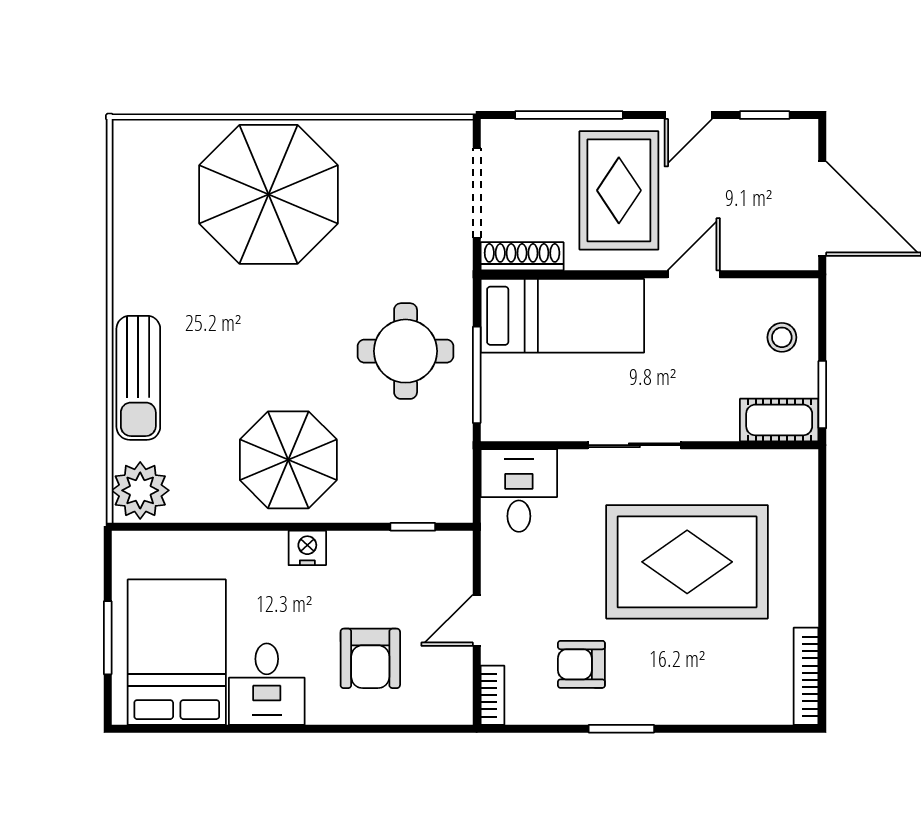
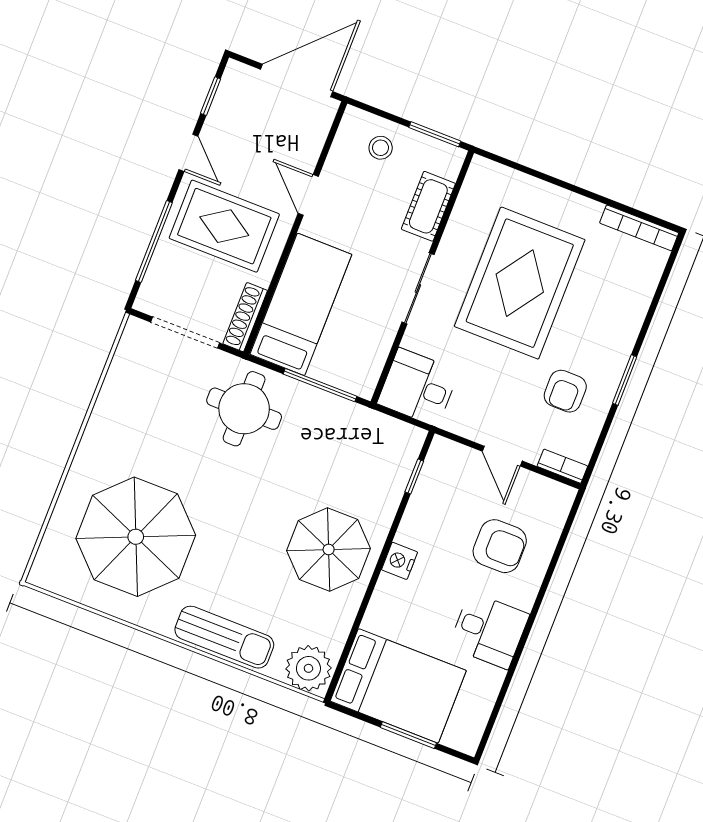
parasol: (268, 194) -> (136, 537), moved
round table: (406, 351) -> (244, 409), moved
cot: (779, 420) -> (428, 206), moved
bed: (177, 652) -> (398, 686), moved, turned 180

